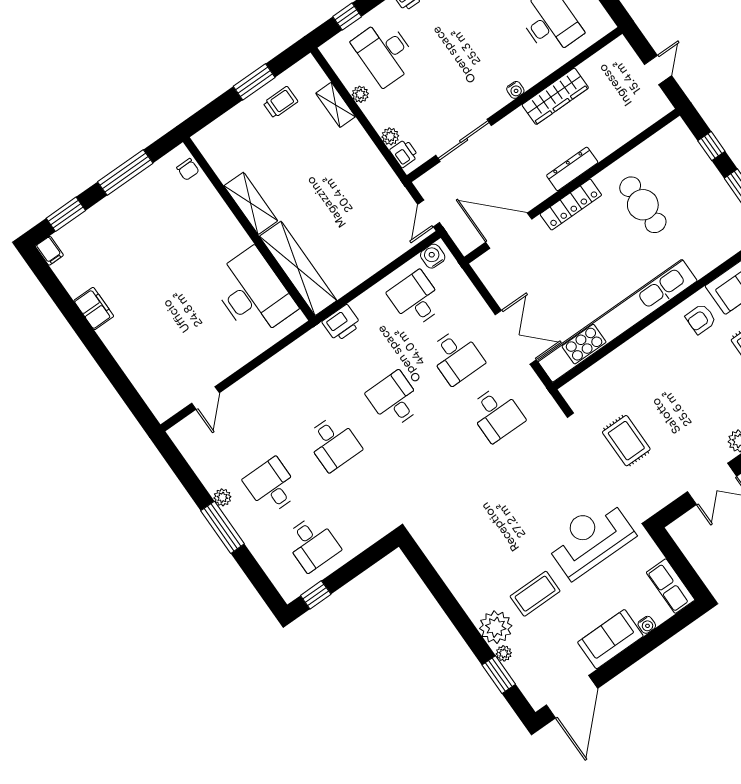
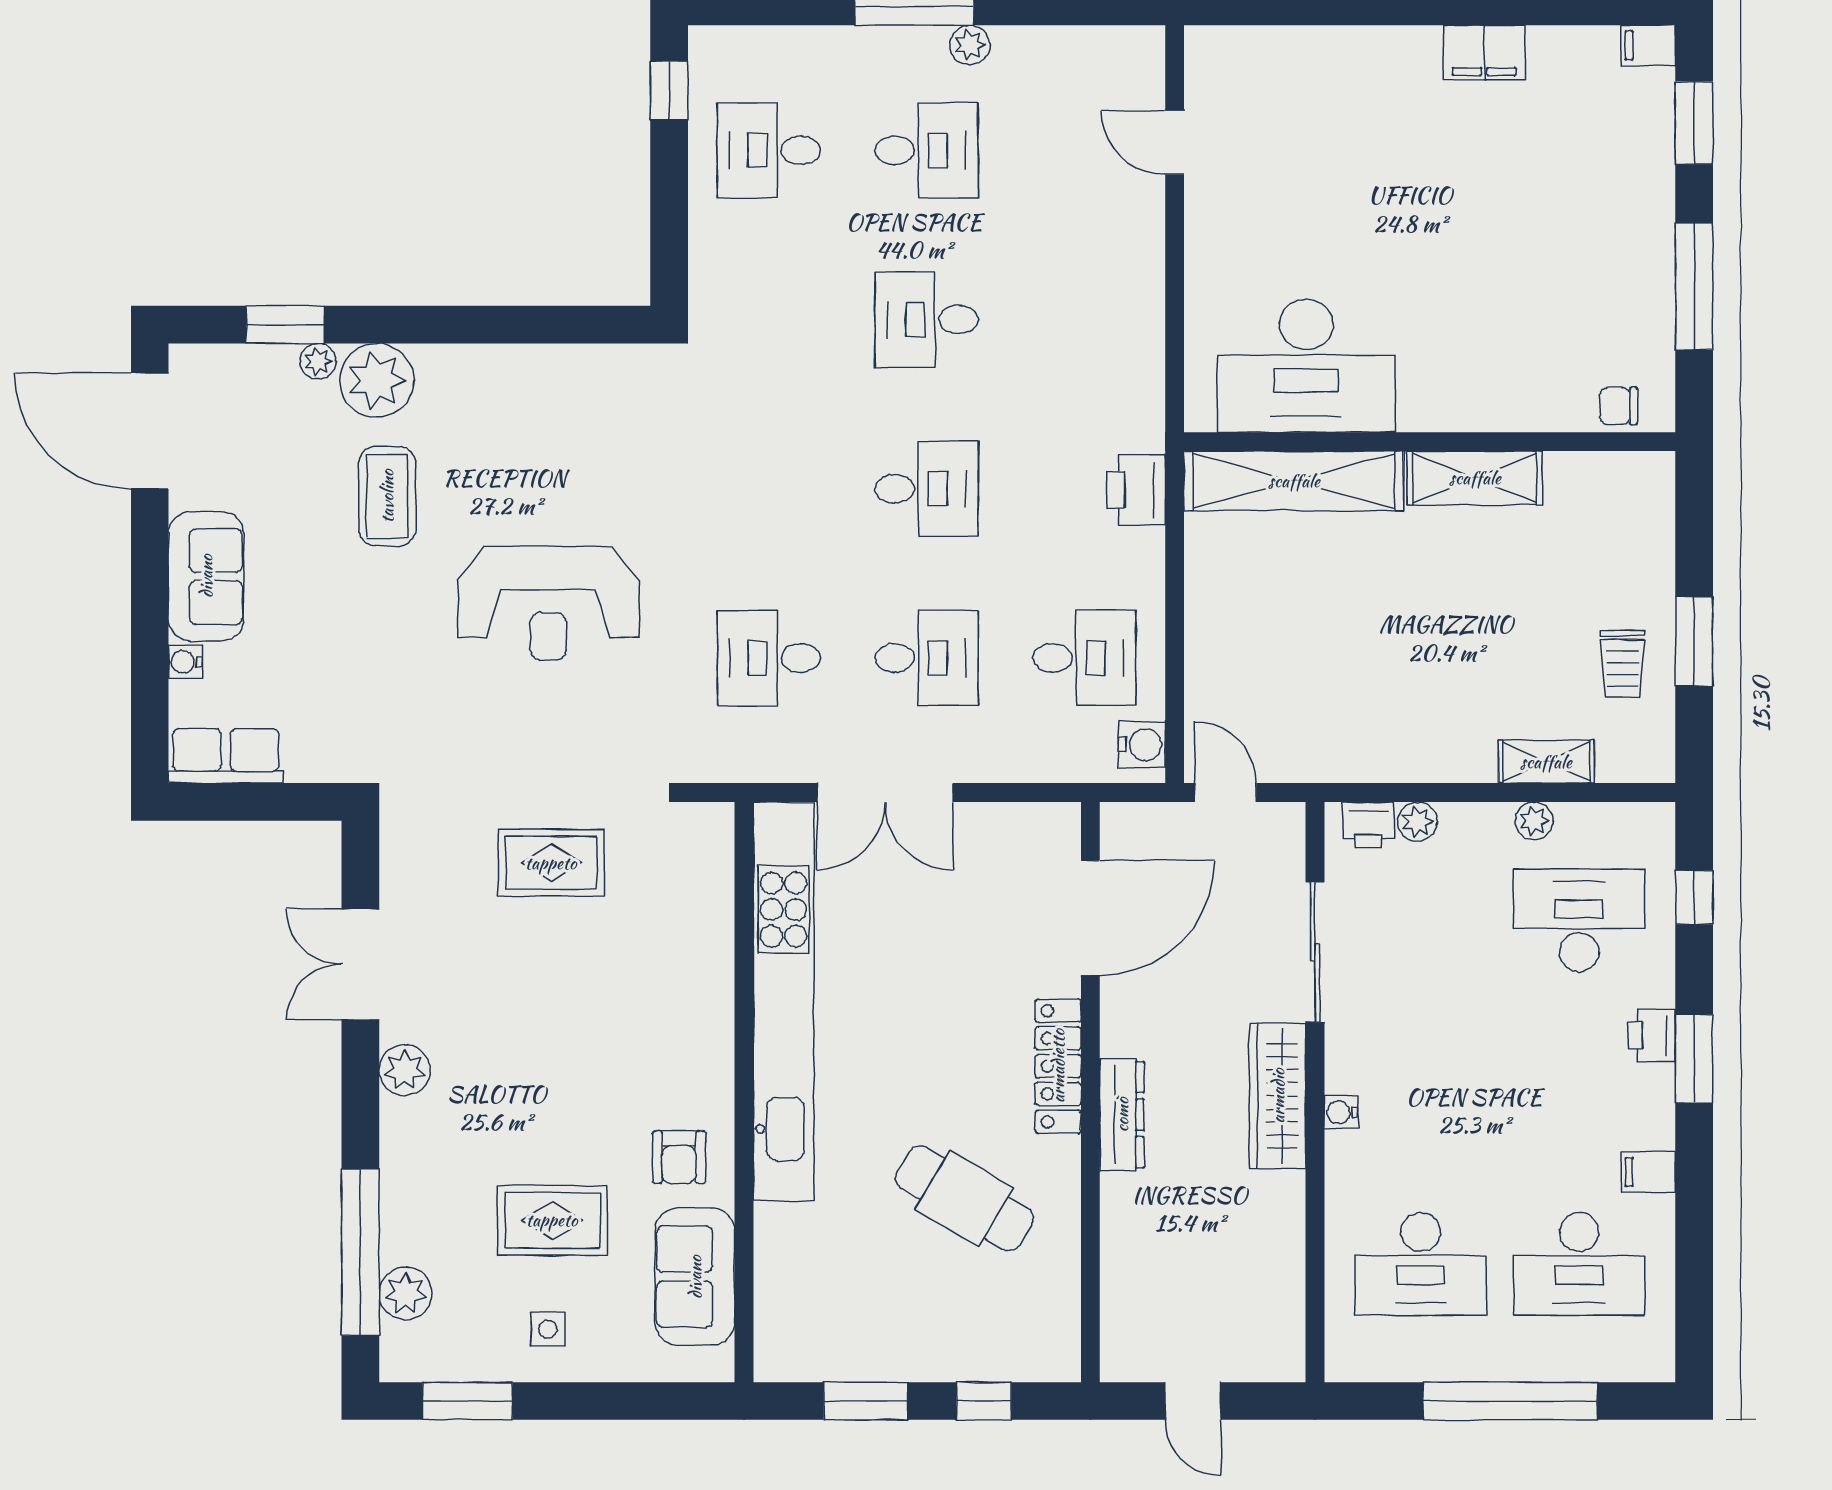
wardrobe: (555, 96) -> (1278, 1096), moved
cafe table: (643, 205) -> (964, 1198), turned 31
armchair: (701, 319) -> (679, 1157), turned 180
desk: (456, 356) -> (927, 658), turned 180
reception desk: (590, 538) -> (548, 603), moved, turned 90

